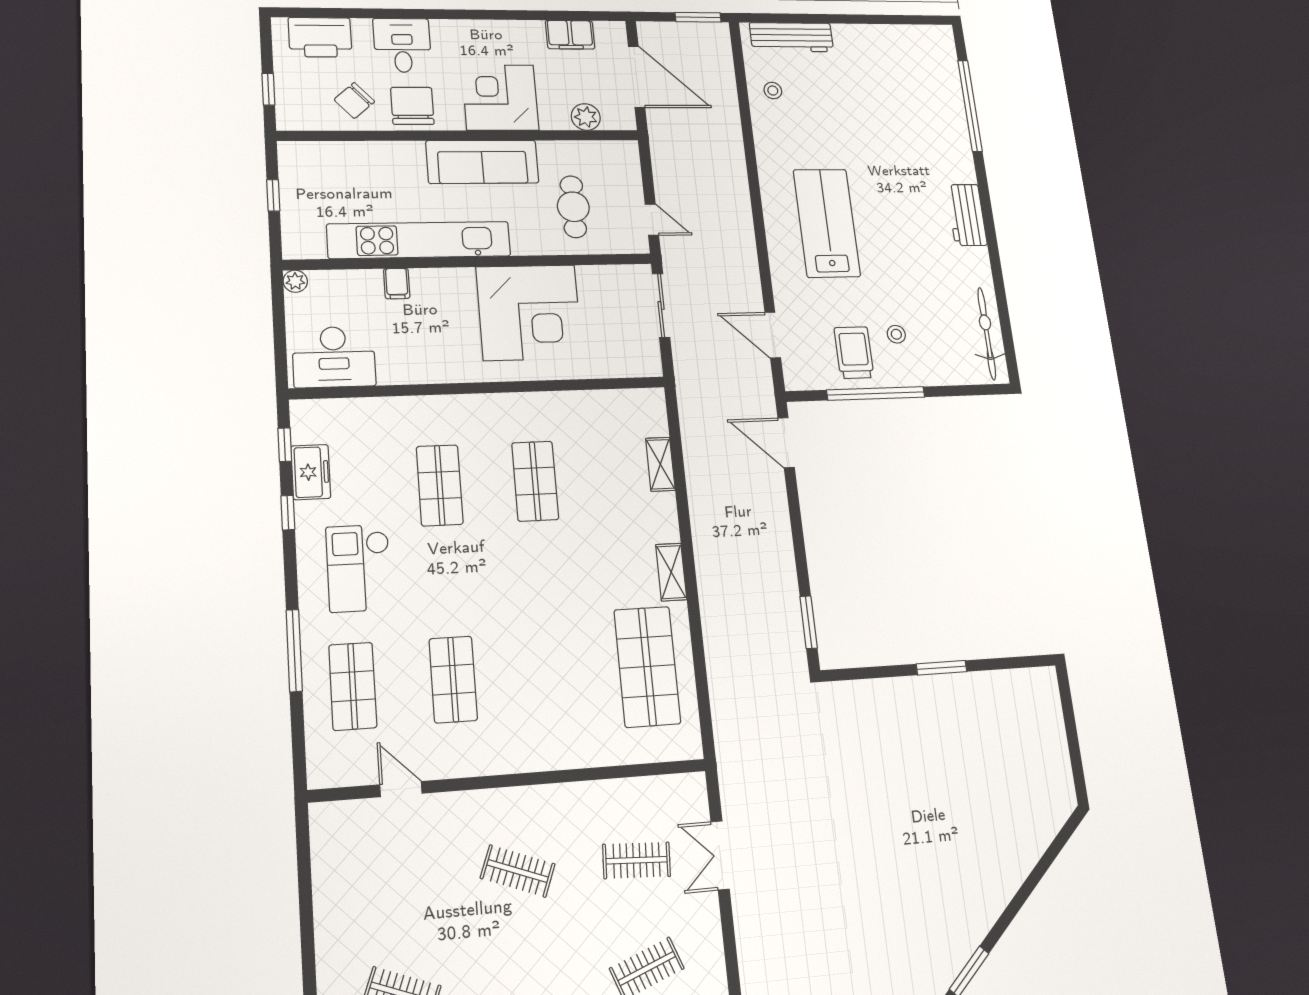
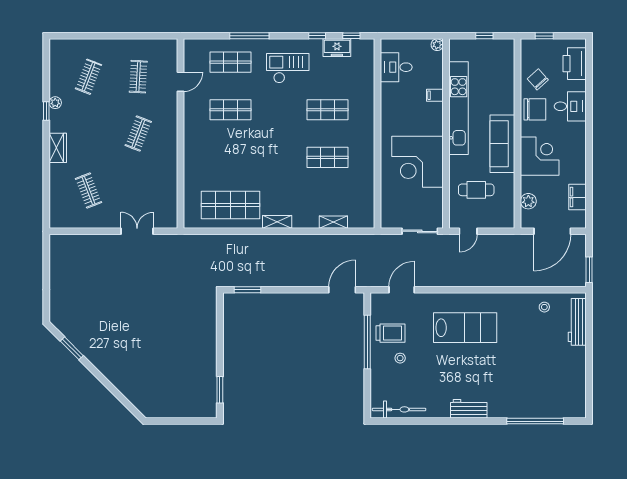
desk: (334, 357) -> (396, 67), width x0.73
window: (942, 668) -> (220, 390), moved
clothes rail: (637, 860) -> (138, 77), moved

